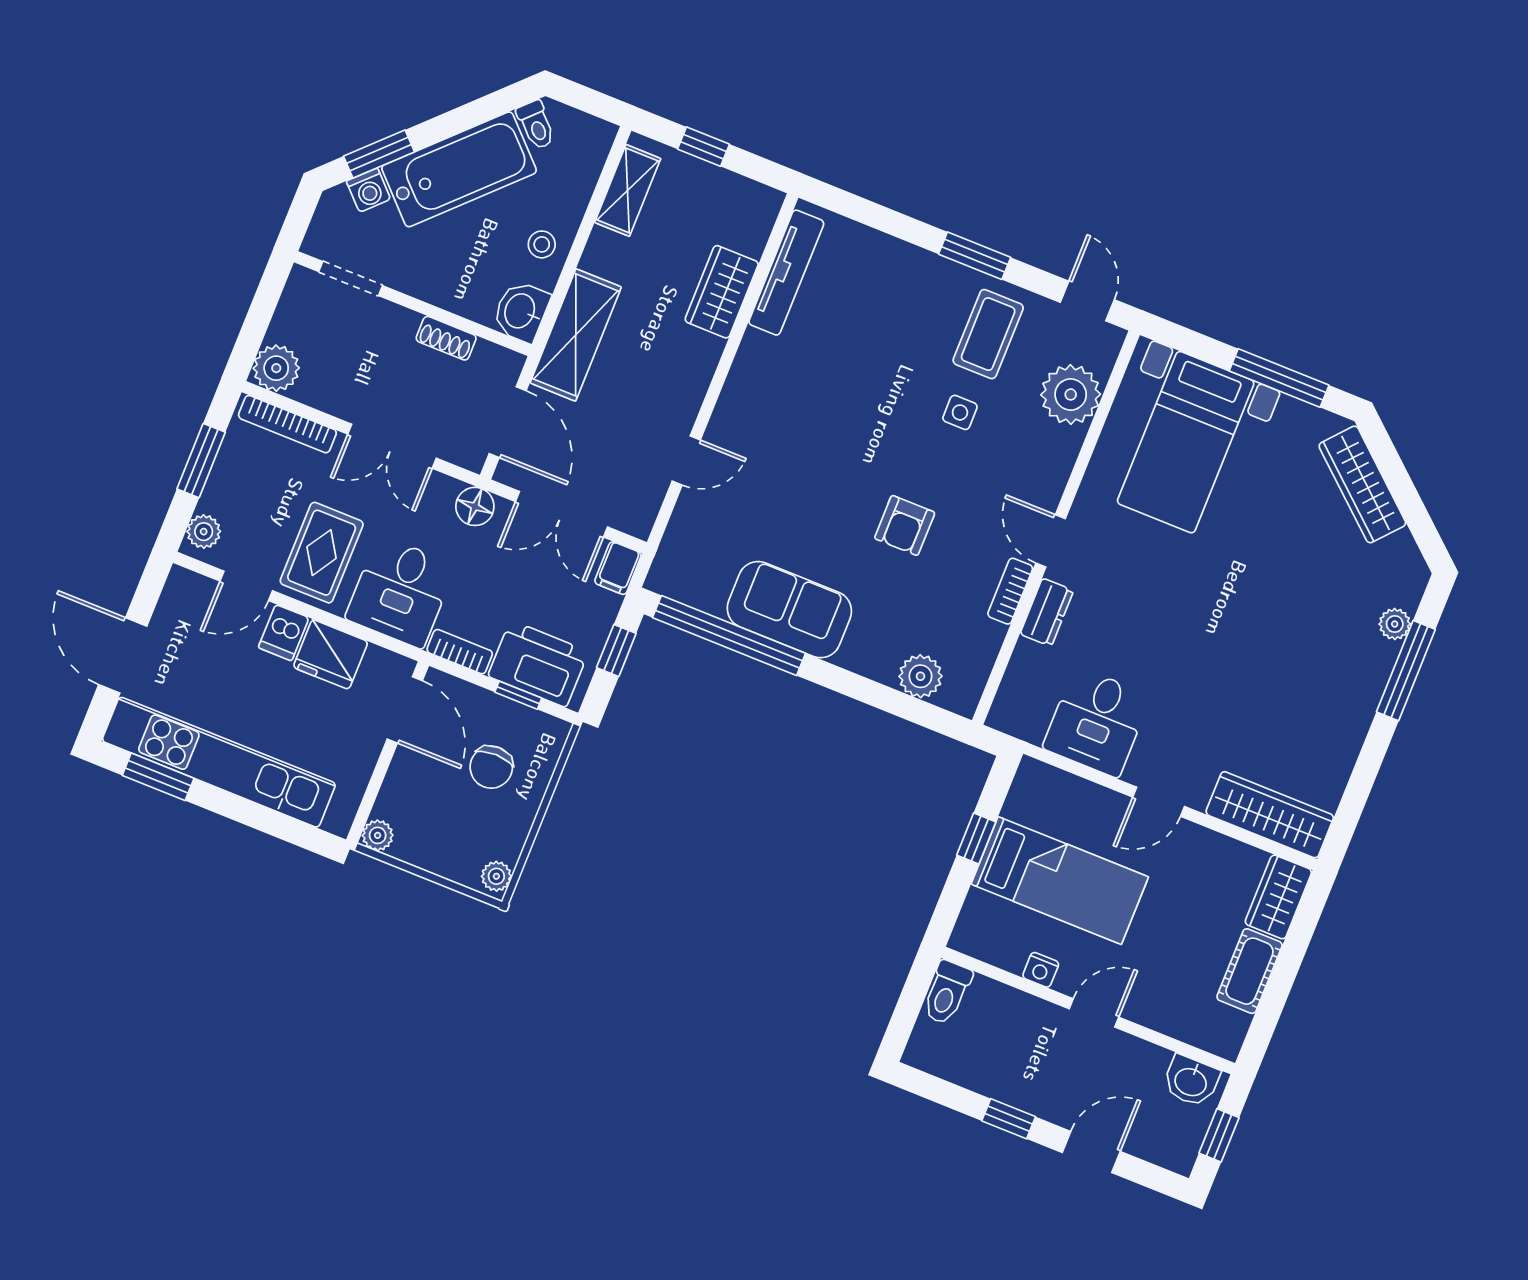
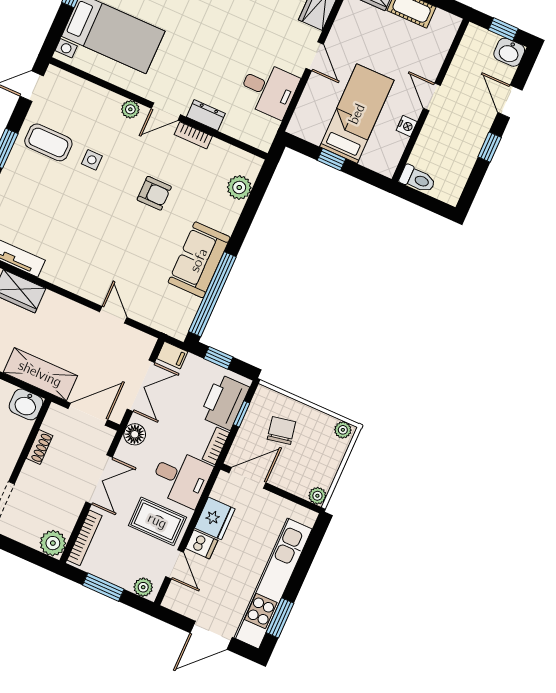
plant: (1071, 394) -> (130, 109), moved, width x0.53, depth x0.53
chair: (491, 767) -> (281, 430), turned -101
washbasin: (1191, 1081) -> (509, 52), moved, turned 90

